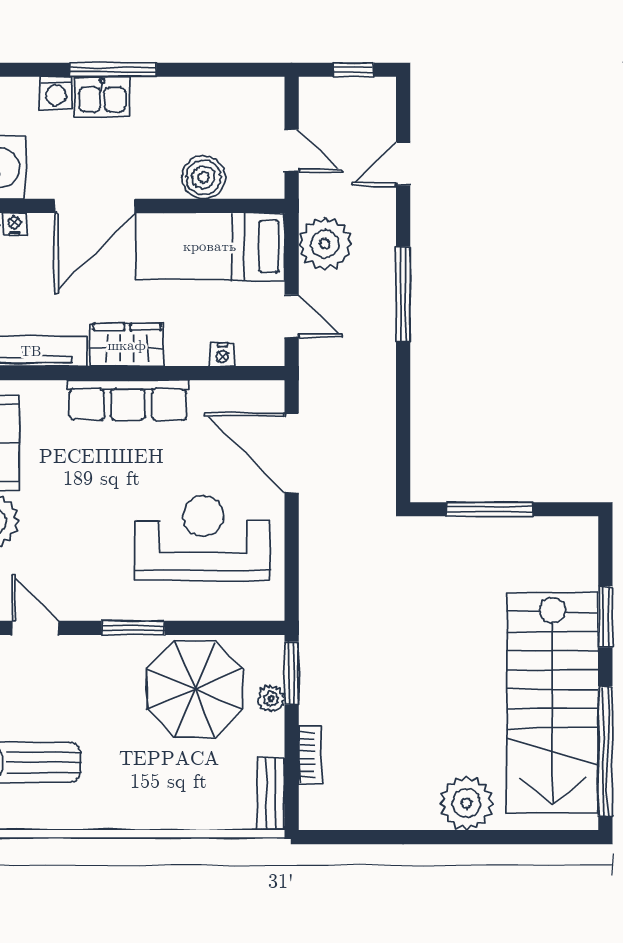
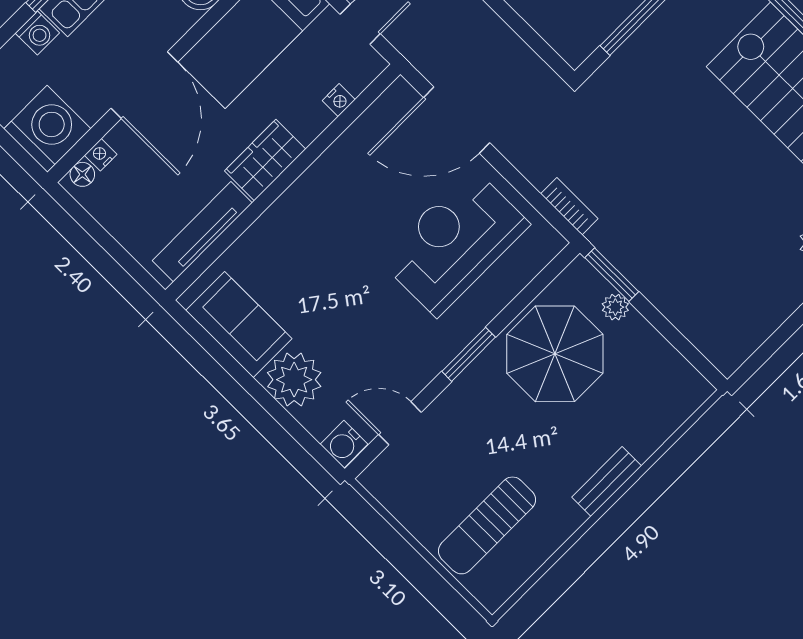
row of seats: (128, 400) -> (305, 198), removed
bookcase: (310, 755) -> (569, 206), moved
bench: (271, 794) -> (607, 482), moved, turned 90

